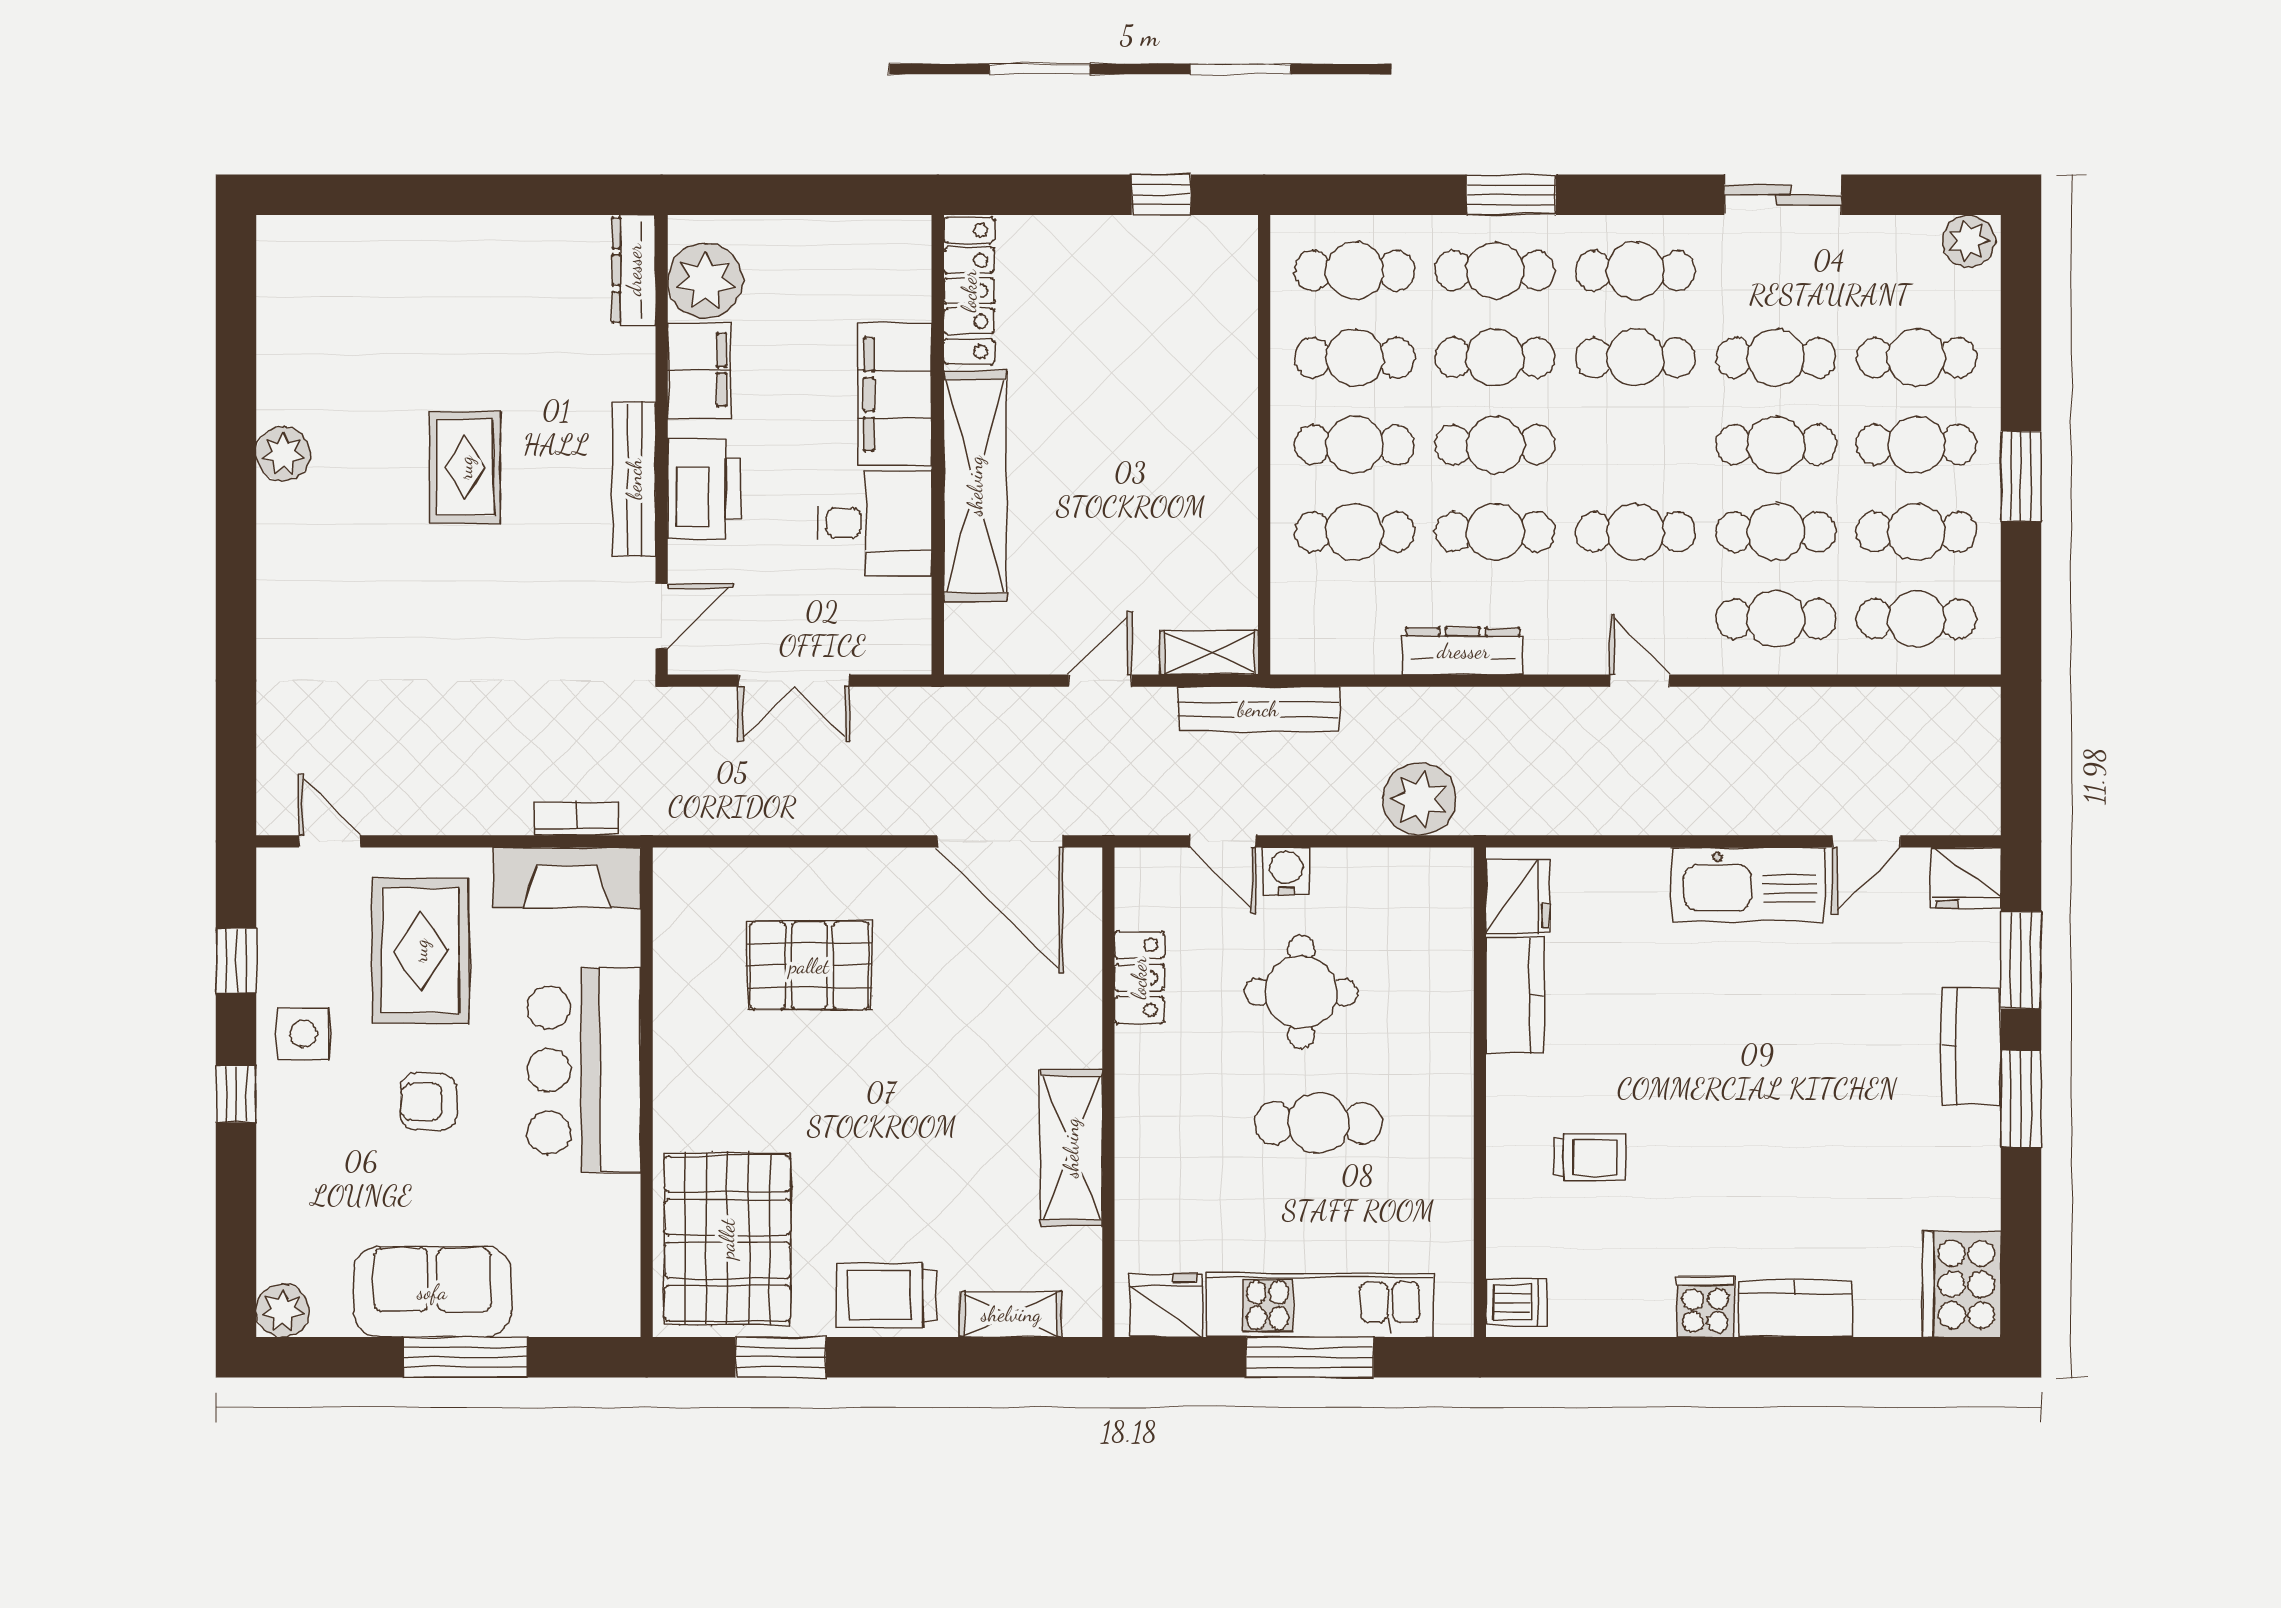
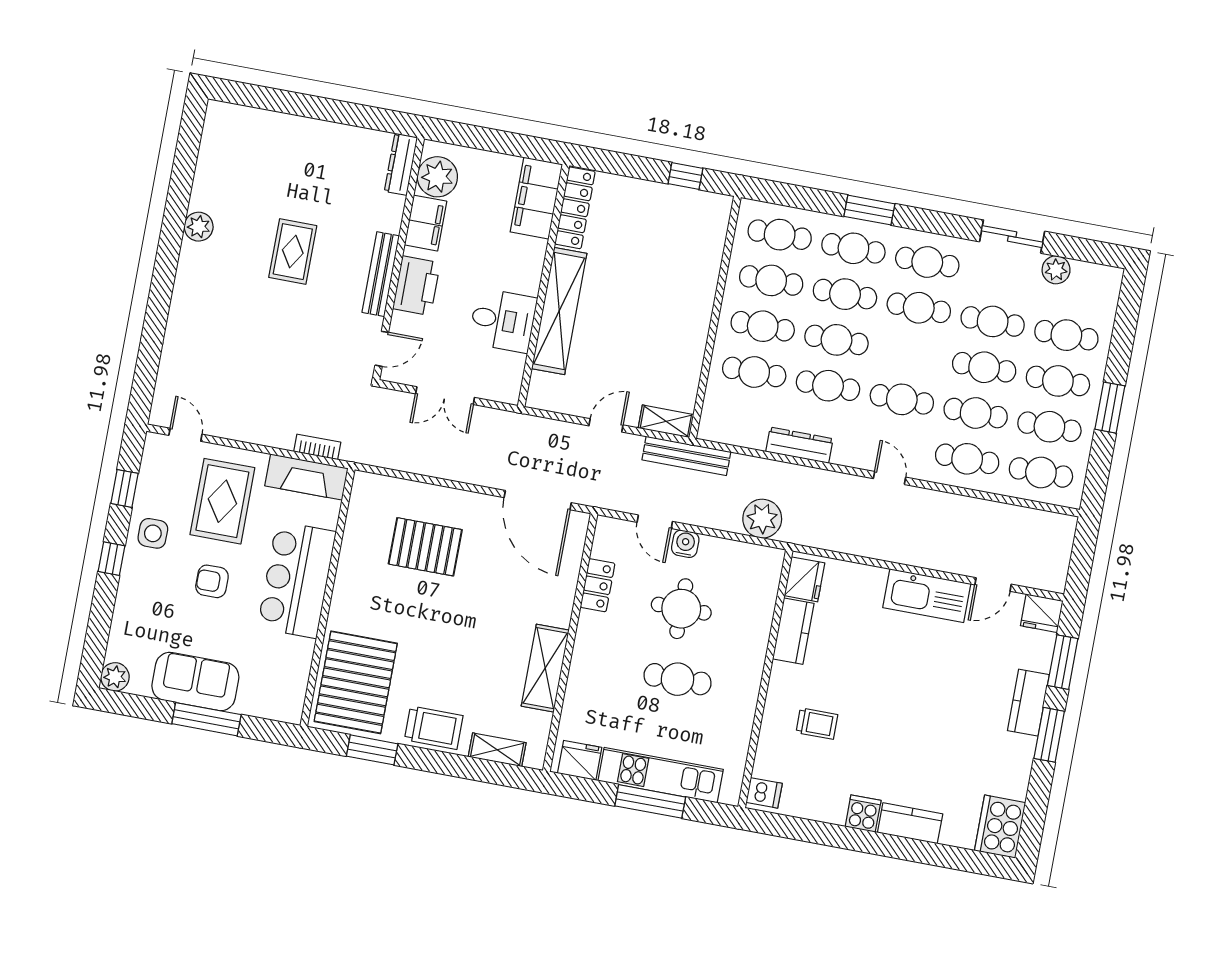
plant: (1969, 241) -> (1056, 270), moved
filing cabinet: (895, 394) -> (536, 198), moved
trolley: (887, 1295) -> (434, 728), turned 180

